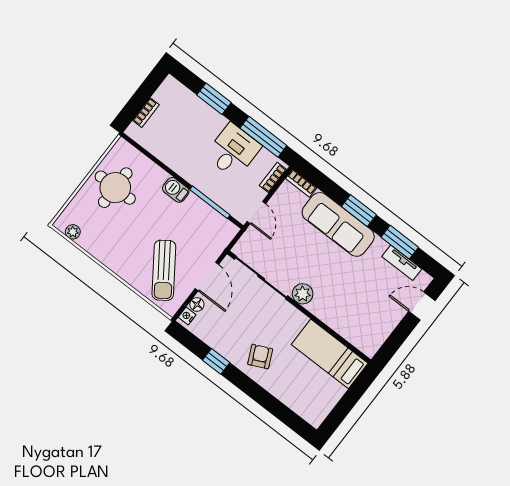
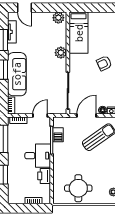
desk: (233, 151) -> (38, 156), moved, turned 180
printer: (169, 154) -> (44, 176), added
barbecue: (176, 190) -> (58, 135), moved
plant: (303, 294) -> (61, 53), moved
plant: (372, 342) -> (58, 18), added

